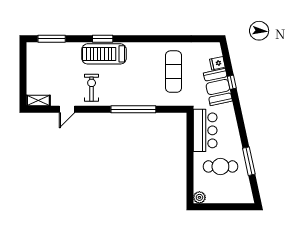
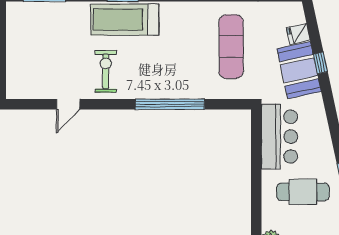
shelving: (38, 101) -> (24, 91), removed

